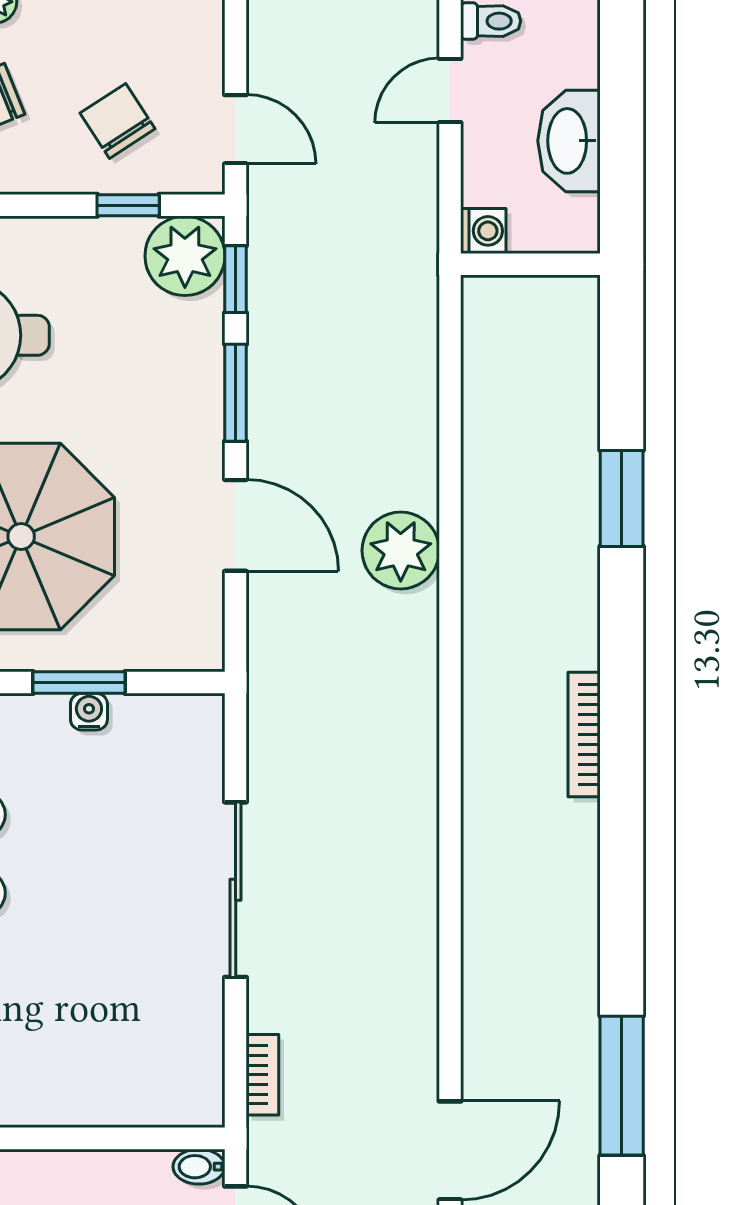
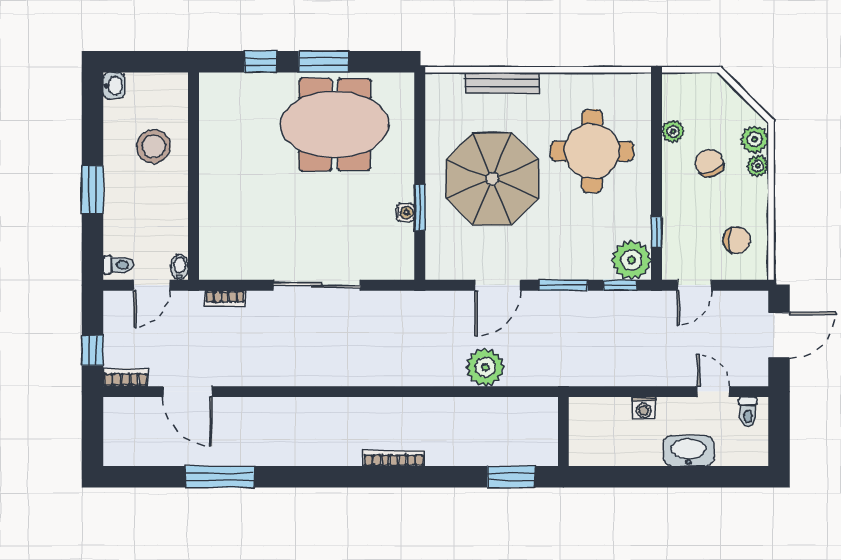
chair: (118, 121) -> (737, 240), moved, turned 33
wall: (530, 264) -> (563, 432), moved

